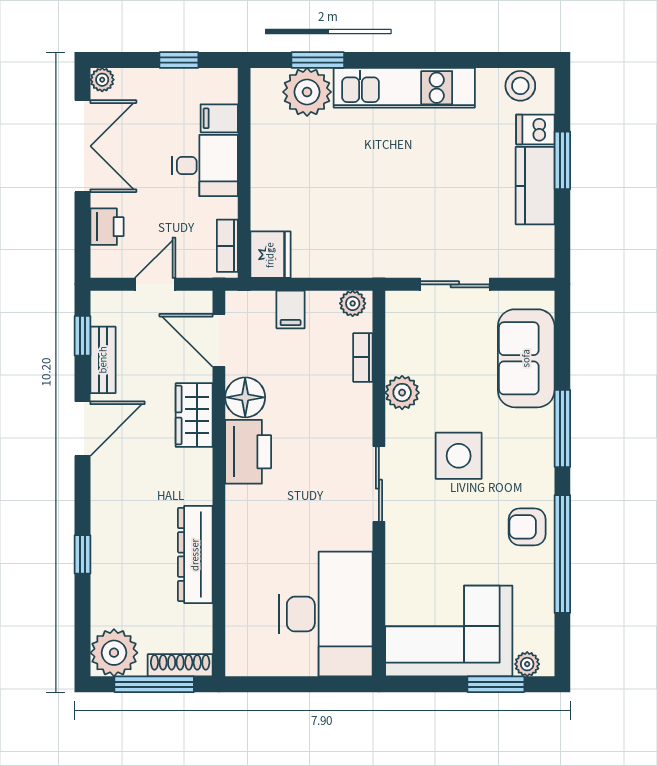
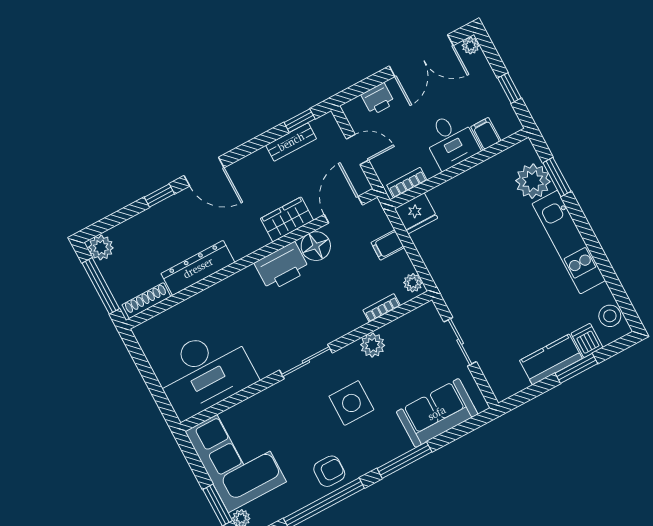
door: (83, 429) -> (204, 172), moved
armchair: (527, 527) -> (329, 471), turned 90
plant: (114, 653) -> (101, 247), width x0.73, depth x0.73
shoe rack: (180, 665) -> (146, 301), moved, turned -90

